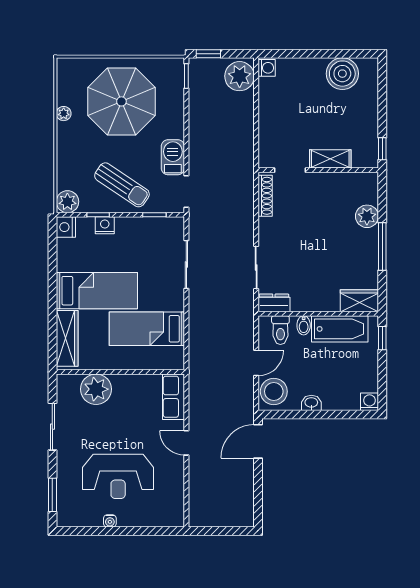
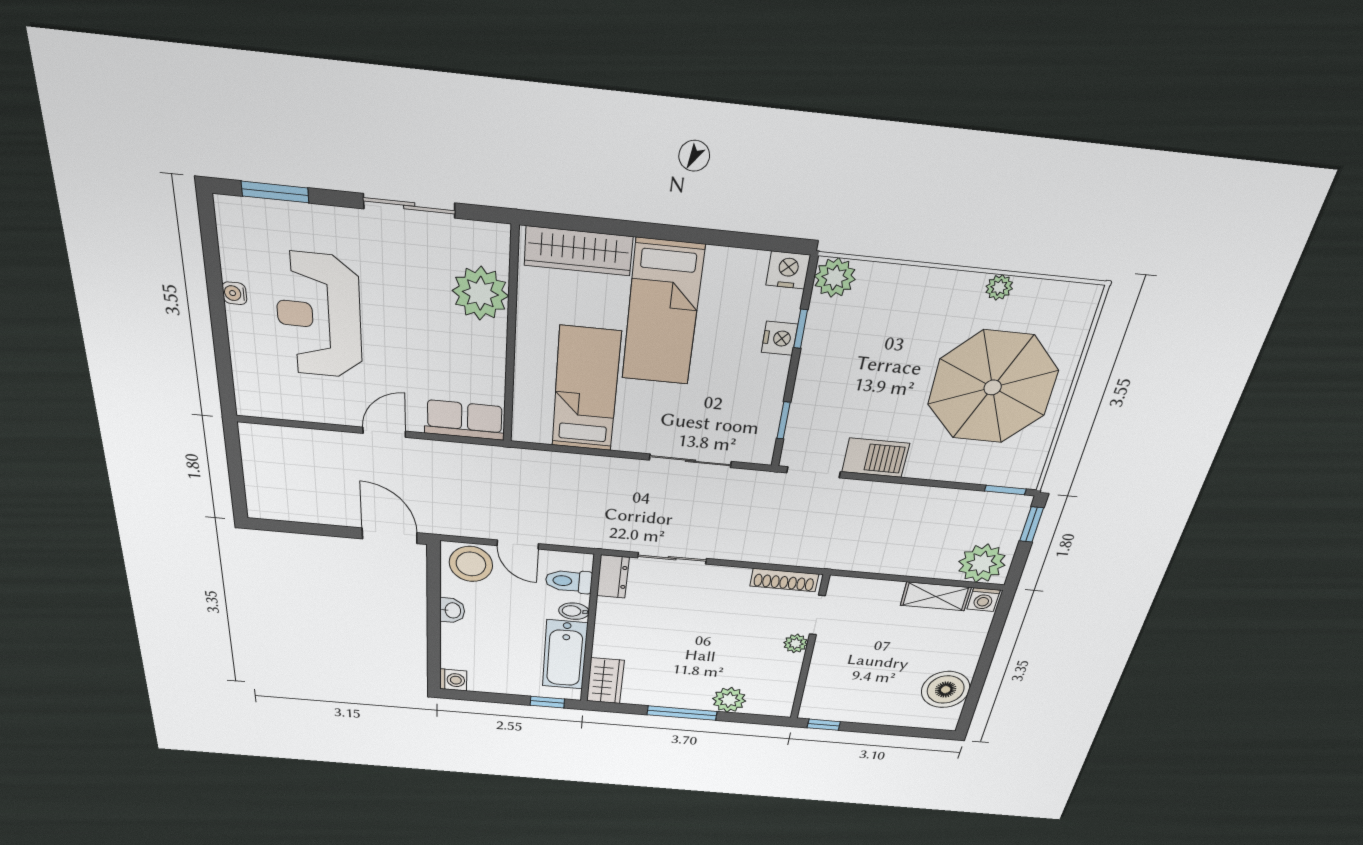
shelving: (330, 159) -> (936, 596), moved, turned 90
plant: (314, 180) -> (796, 644), added
sun lounger: (122, 185) -> (846, 374), removed

